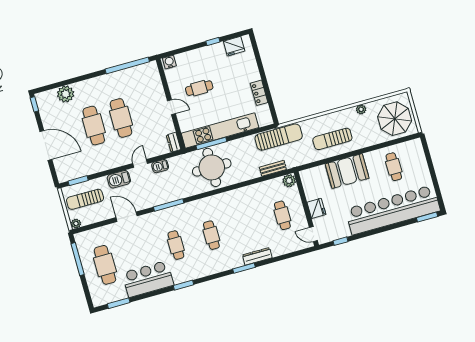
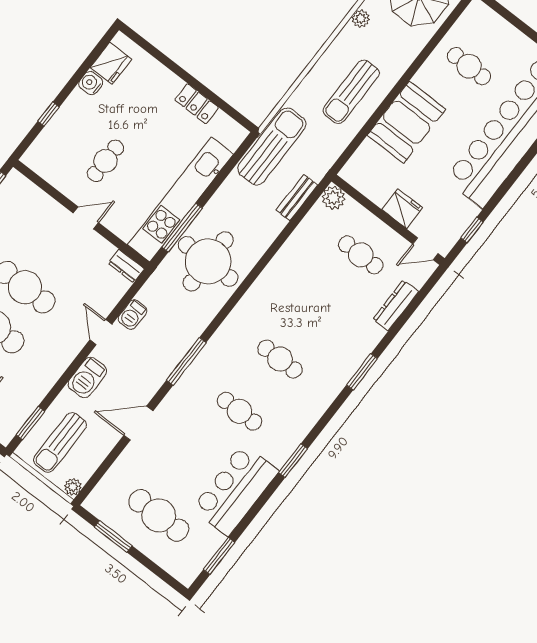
window: (213, 42) -> (48, 114), moved
water cooler: (169, 62) -> (91, 83), moved
dresser: (257, 256) -> (396, 305), moved
window: (78, 259) -> (113, 536), width x0.69

